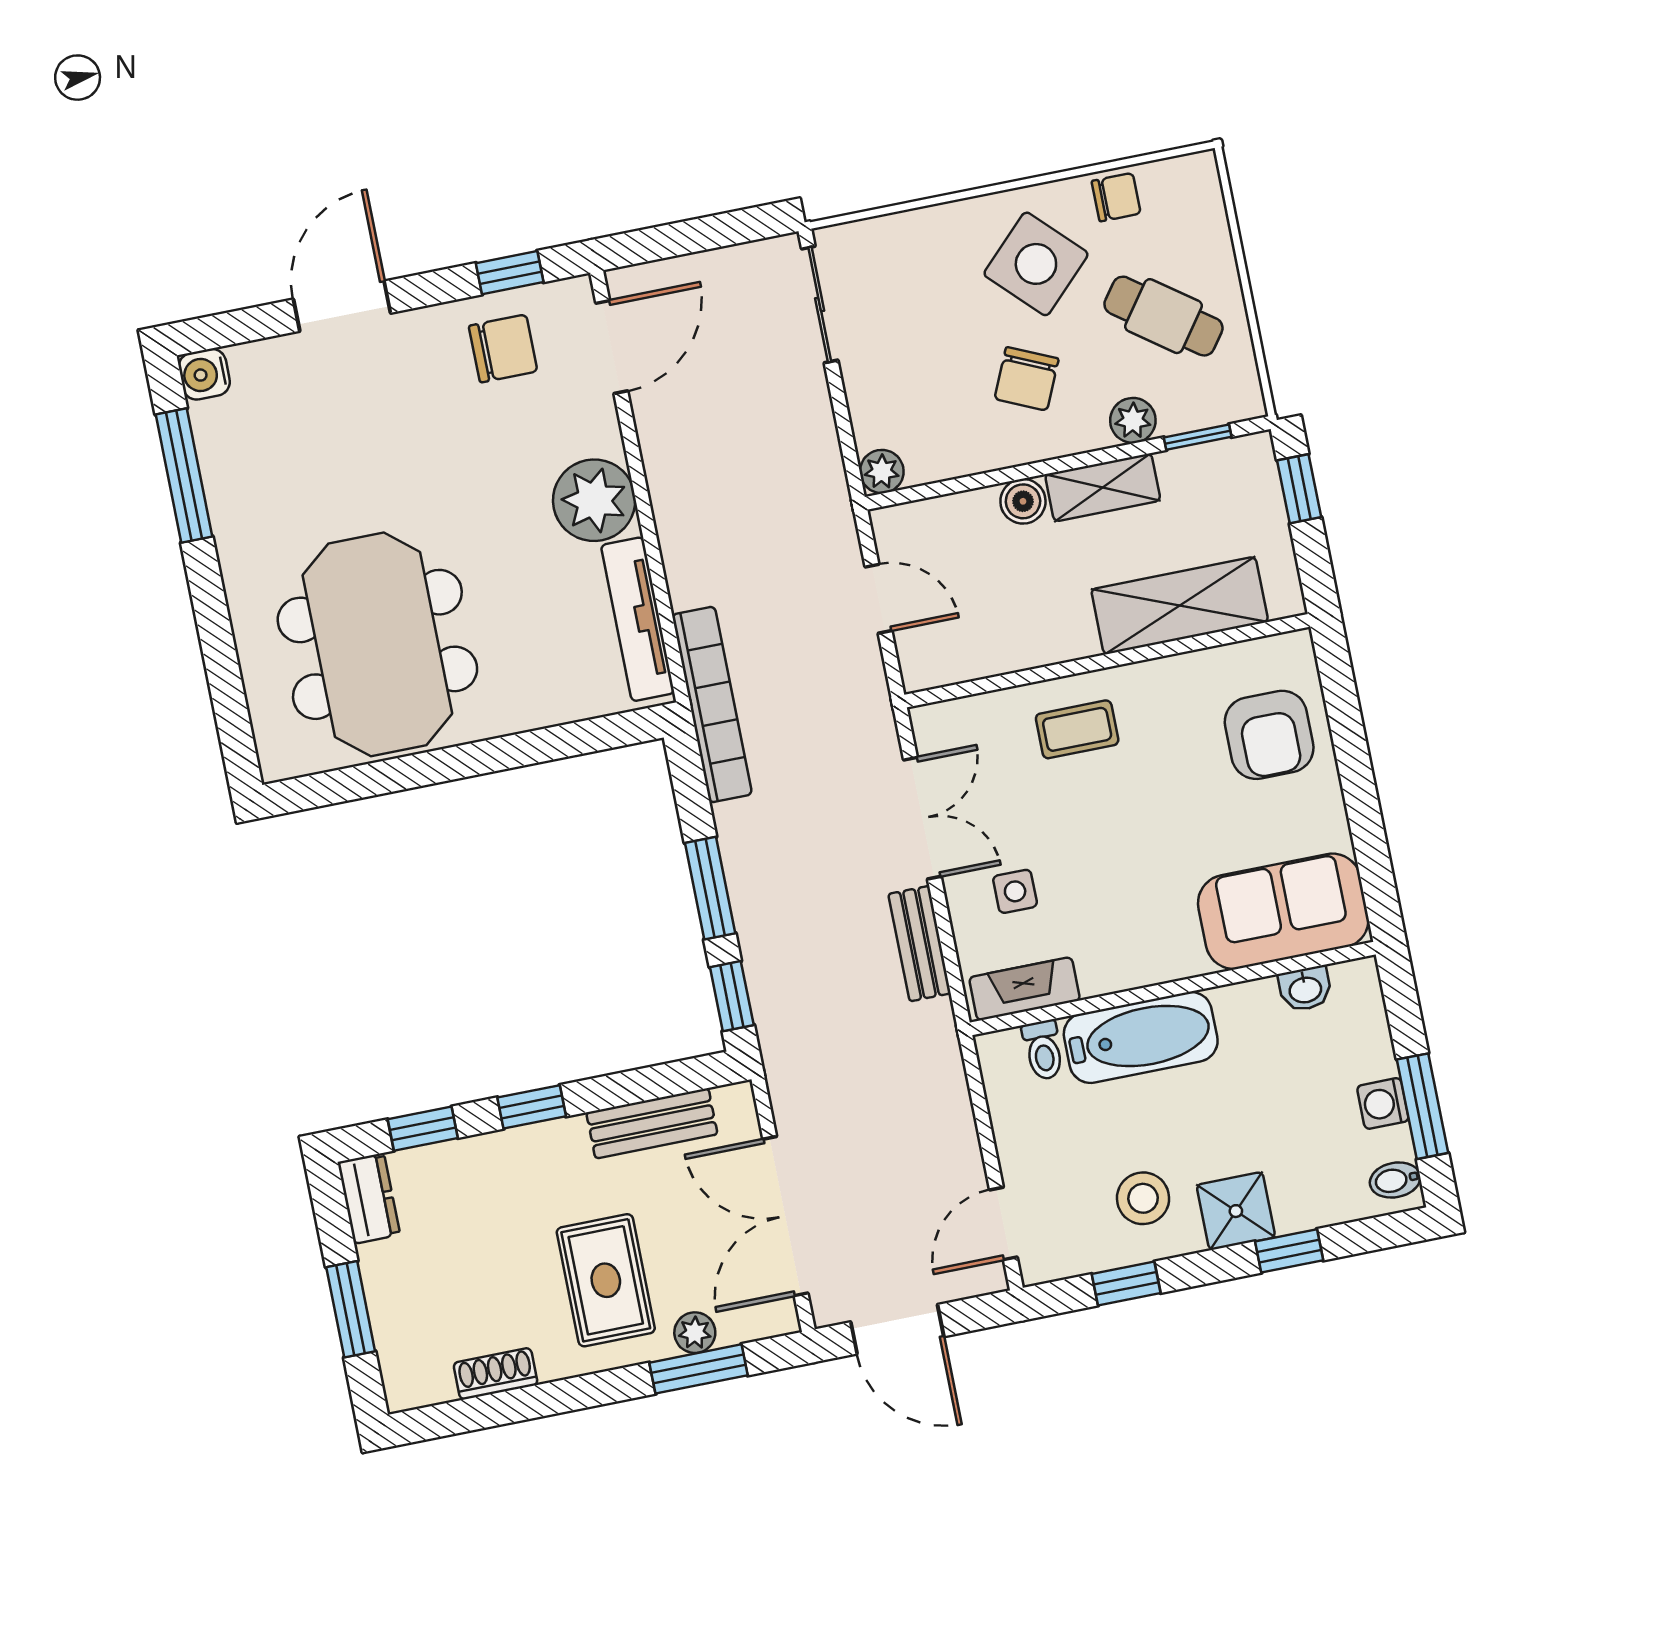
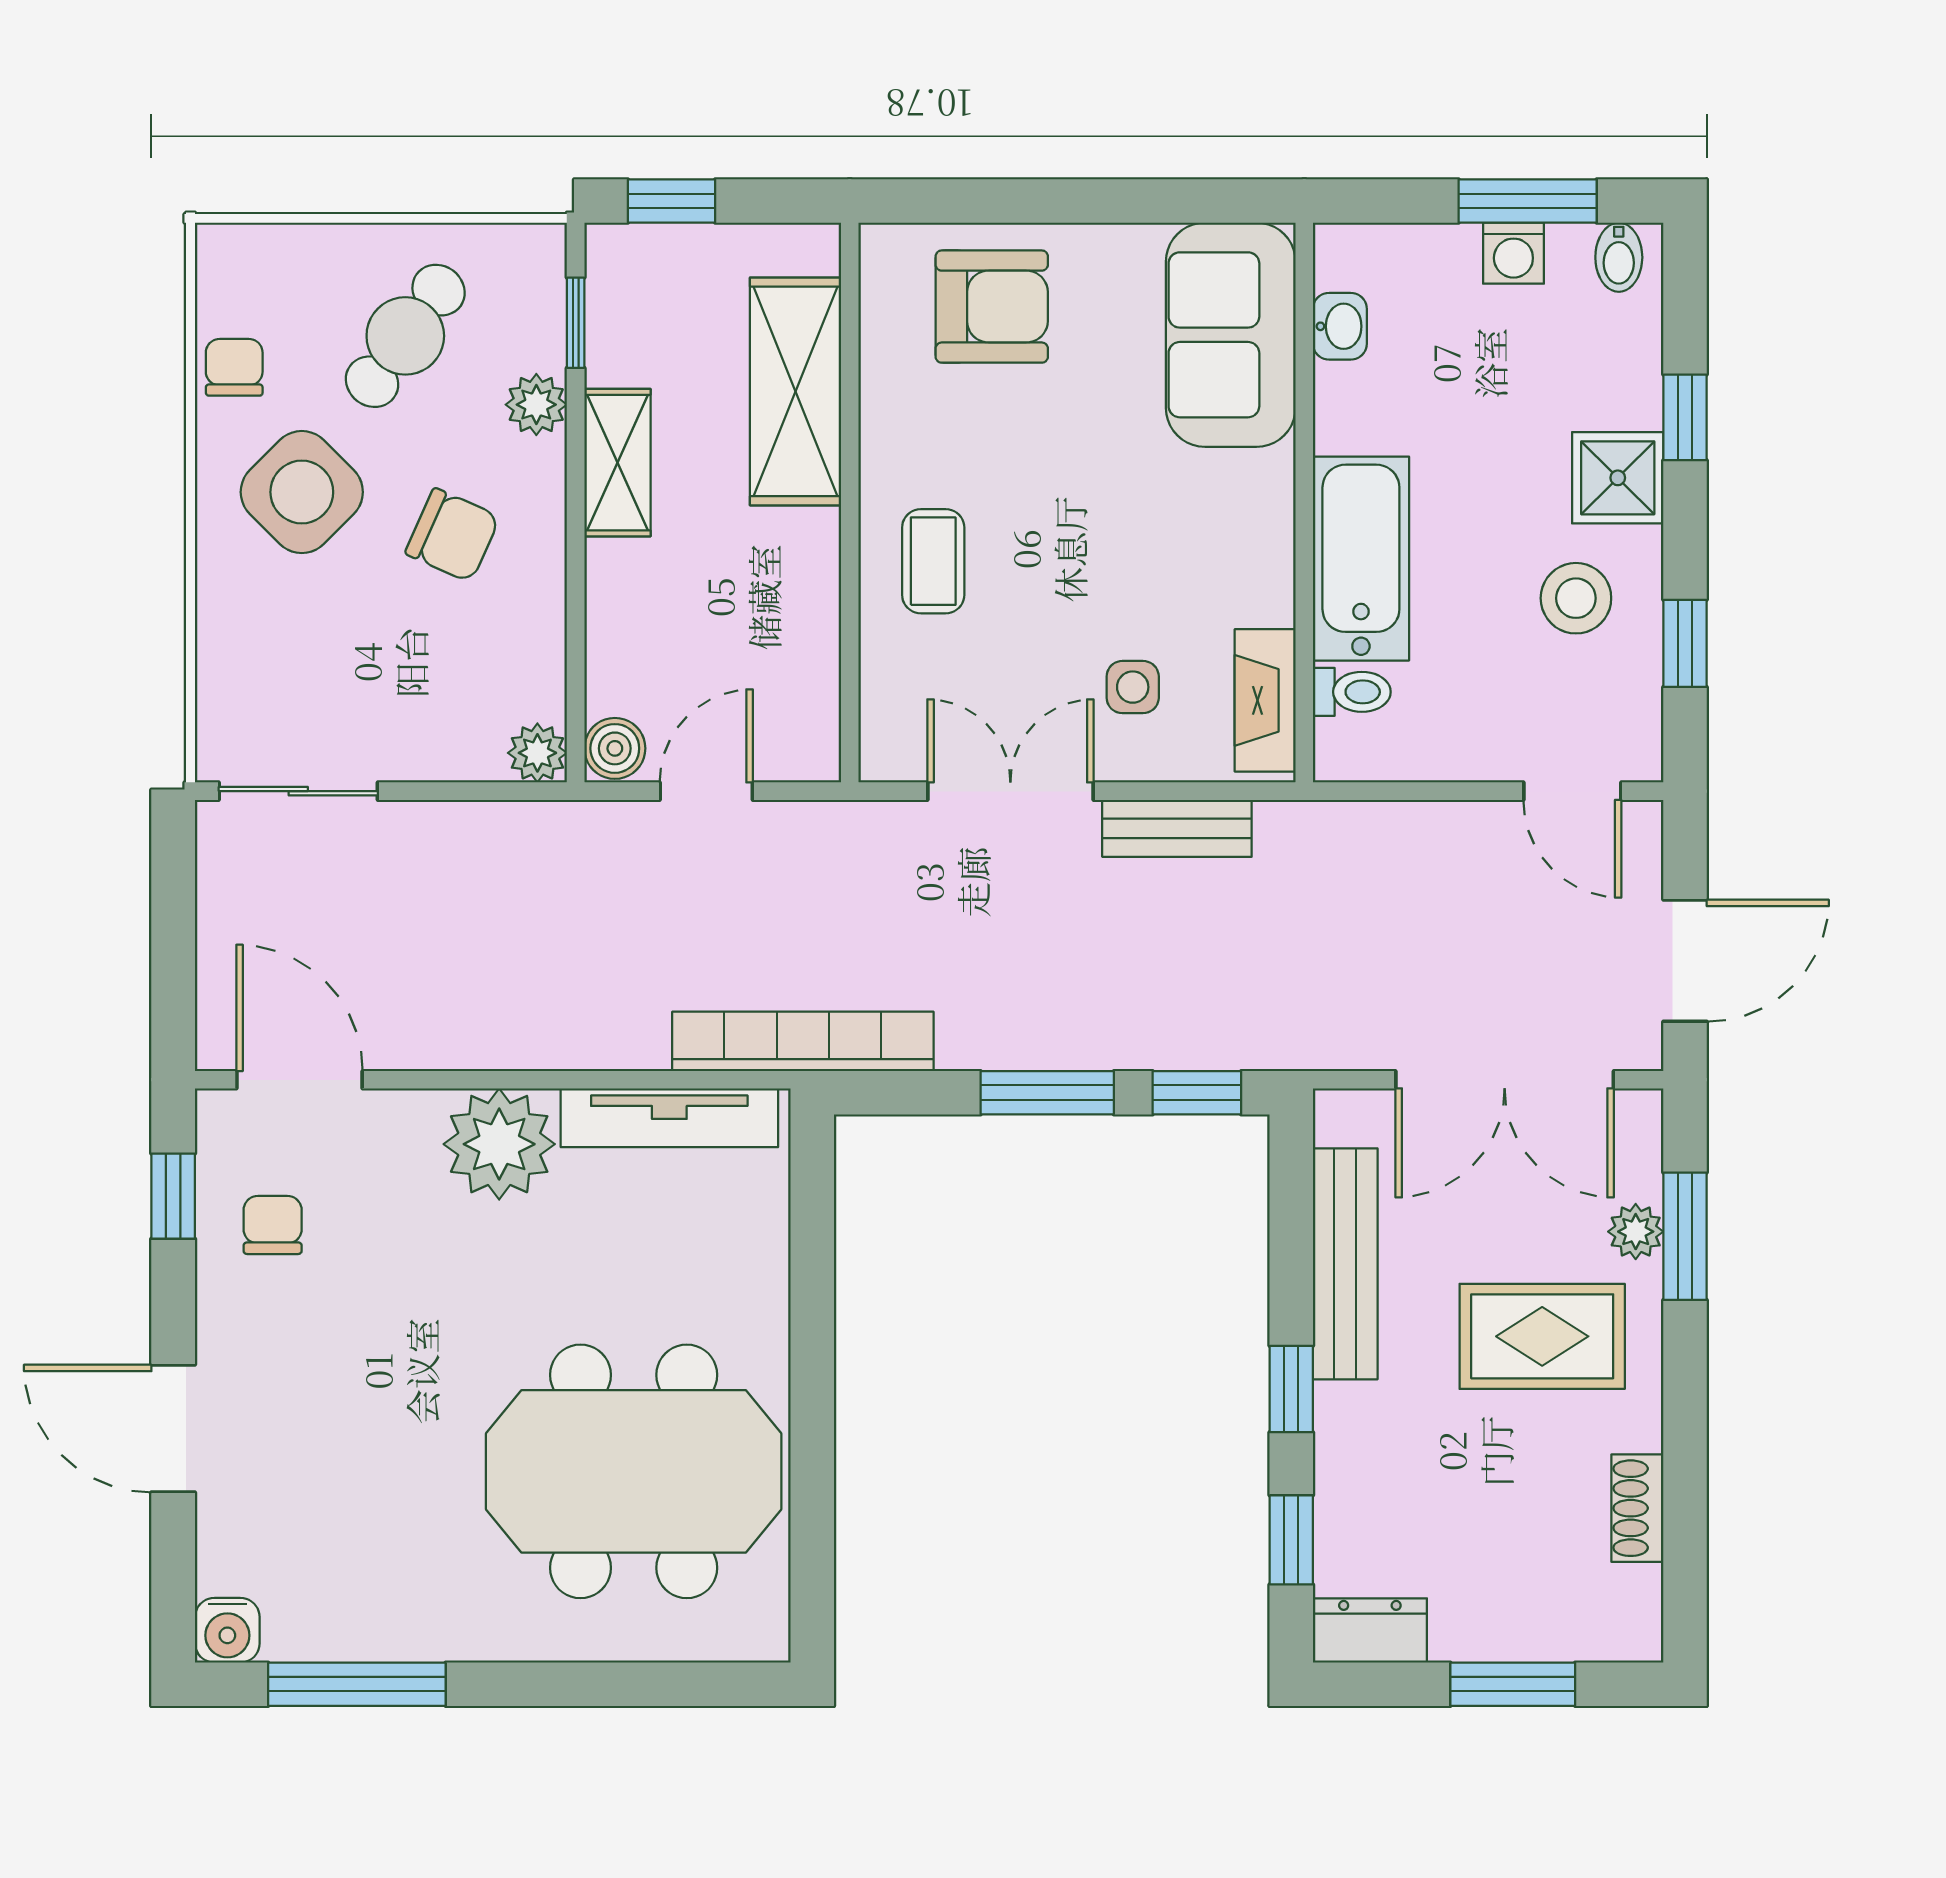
chair: (503, 349) -> (273, 1225), width x0.73, depth x0.73
boiler: (1023, 501) -> (615, 748), moved
bench: (652, 1123) -> (1345, 1264), width x1.36

